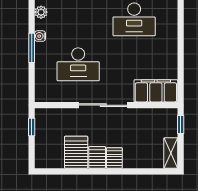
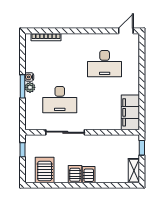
plant: (41, 12) -> (30, 87), moved
filing cabinet: (156, 91) -> (130, 112), moved, turned -90
sliding door: (103, 105) -> (65, 132), moved
server rack: (76, 152) -> (45, 170), moved

